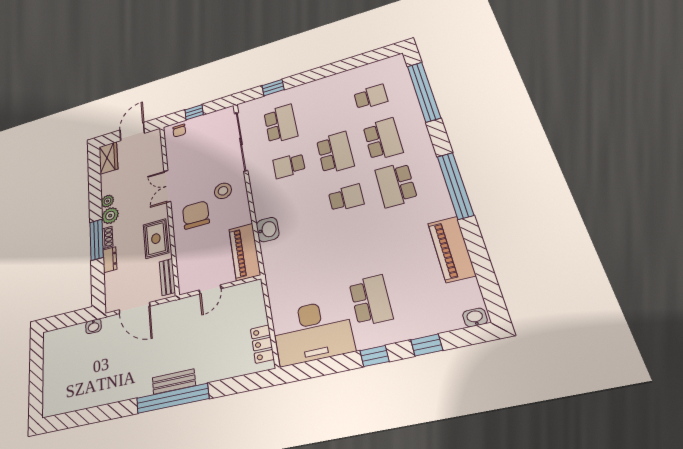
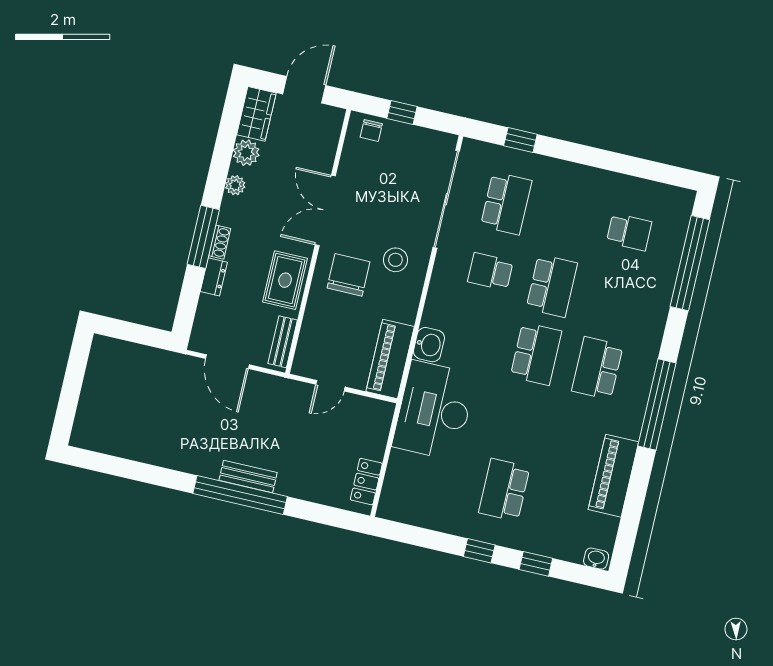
school desk: (383, 139) -> (613, 300), removed
double door: (167, 186) -> (325, 210), width x1.37
school desk: (346, 198) -> (536, 354), width x1.85
plant: (110, 216) -> (246, 153), moved
school desk: (371, 300) -> (504, 490), turned 180
washbasin: (93, 326) -> (166, 359), removed
desk: (313, 332) -> (434, 411), moved, turned 90

